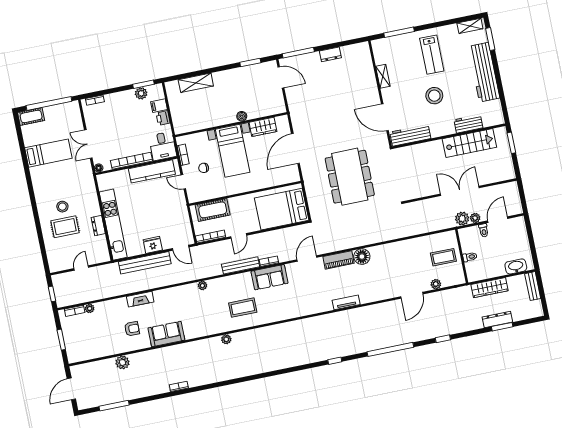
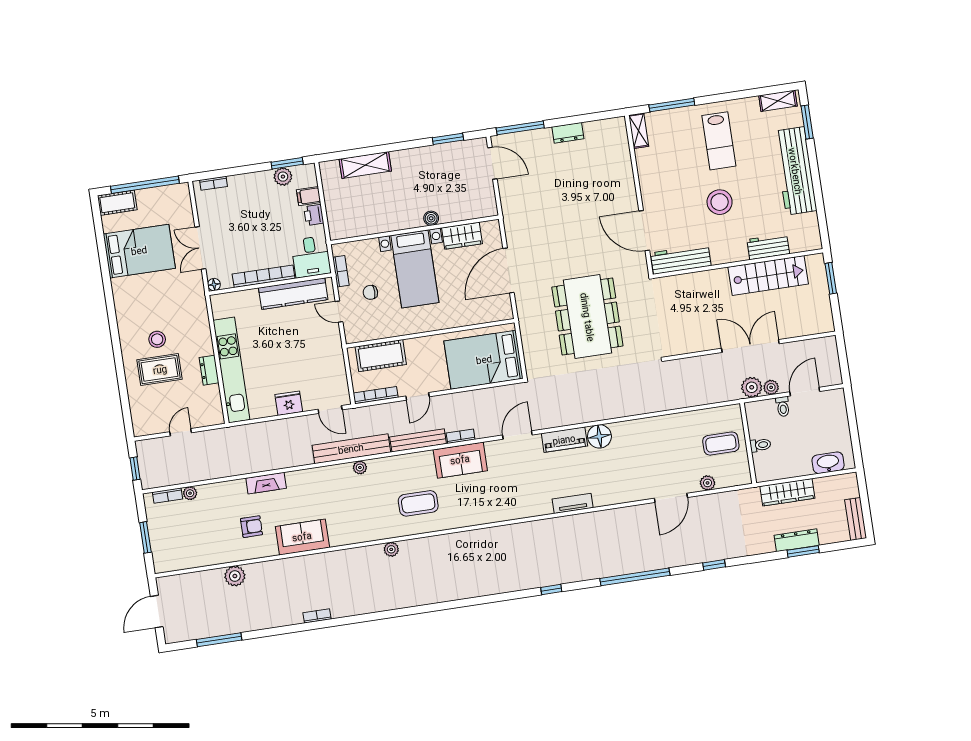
shelving: (383, 76) -> (639, 131), moved
bed: (48, 153) -> (139, 251), width x1.50
bench: (145, 263) -> (351, 449), moved
bench: (533, 286) -> (856, 519), moved

